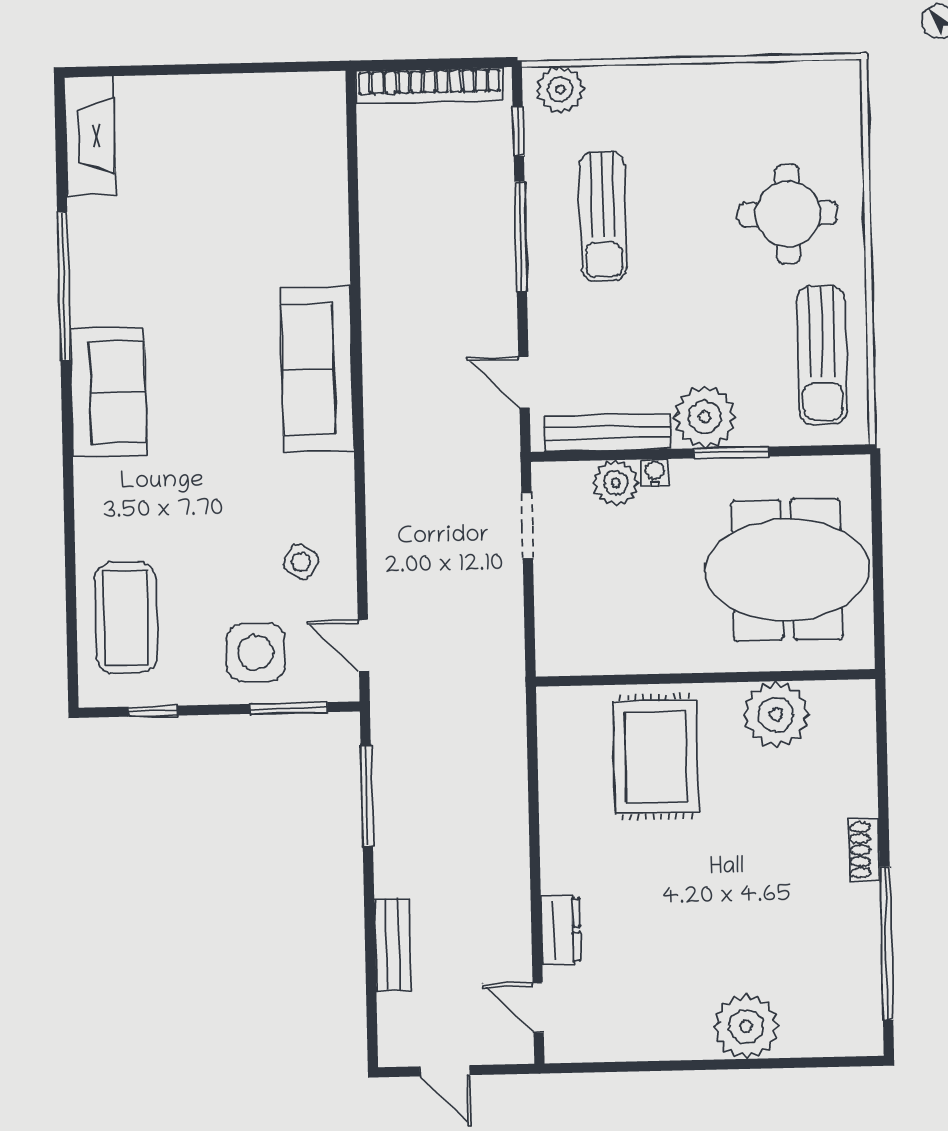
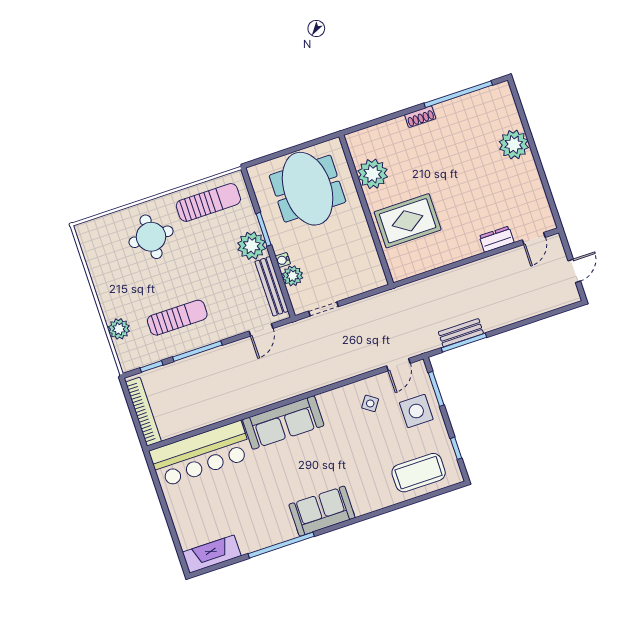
plant: (560, 89) -> (119, 329), moved
bar counter: (305, 178) -> (201, 454), added
bench: (393, 945) -> (461, 333), moved

